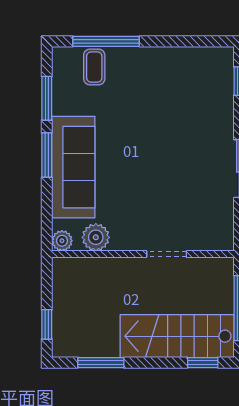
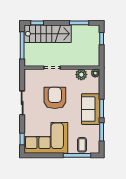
corner sofa: (181, 84) -> (46, 138), added
sofa: (73, 167) -> (91, 109), width x0.73
armchair: (160, 181) -> (55, 98), added

